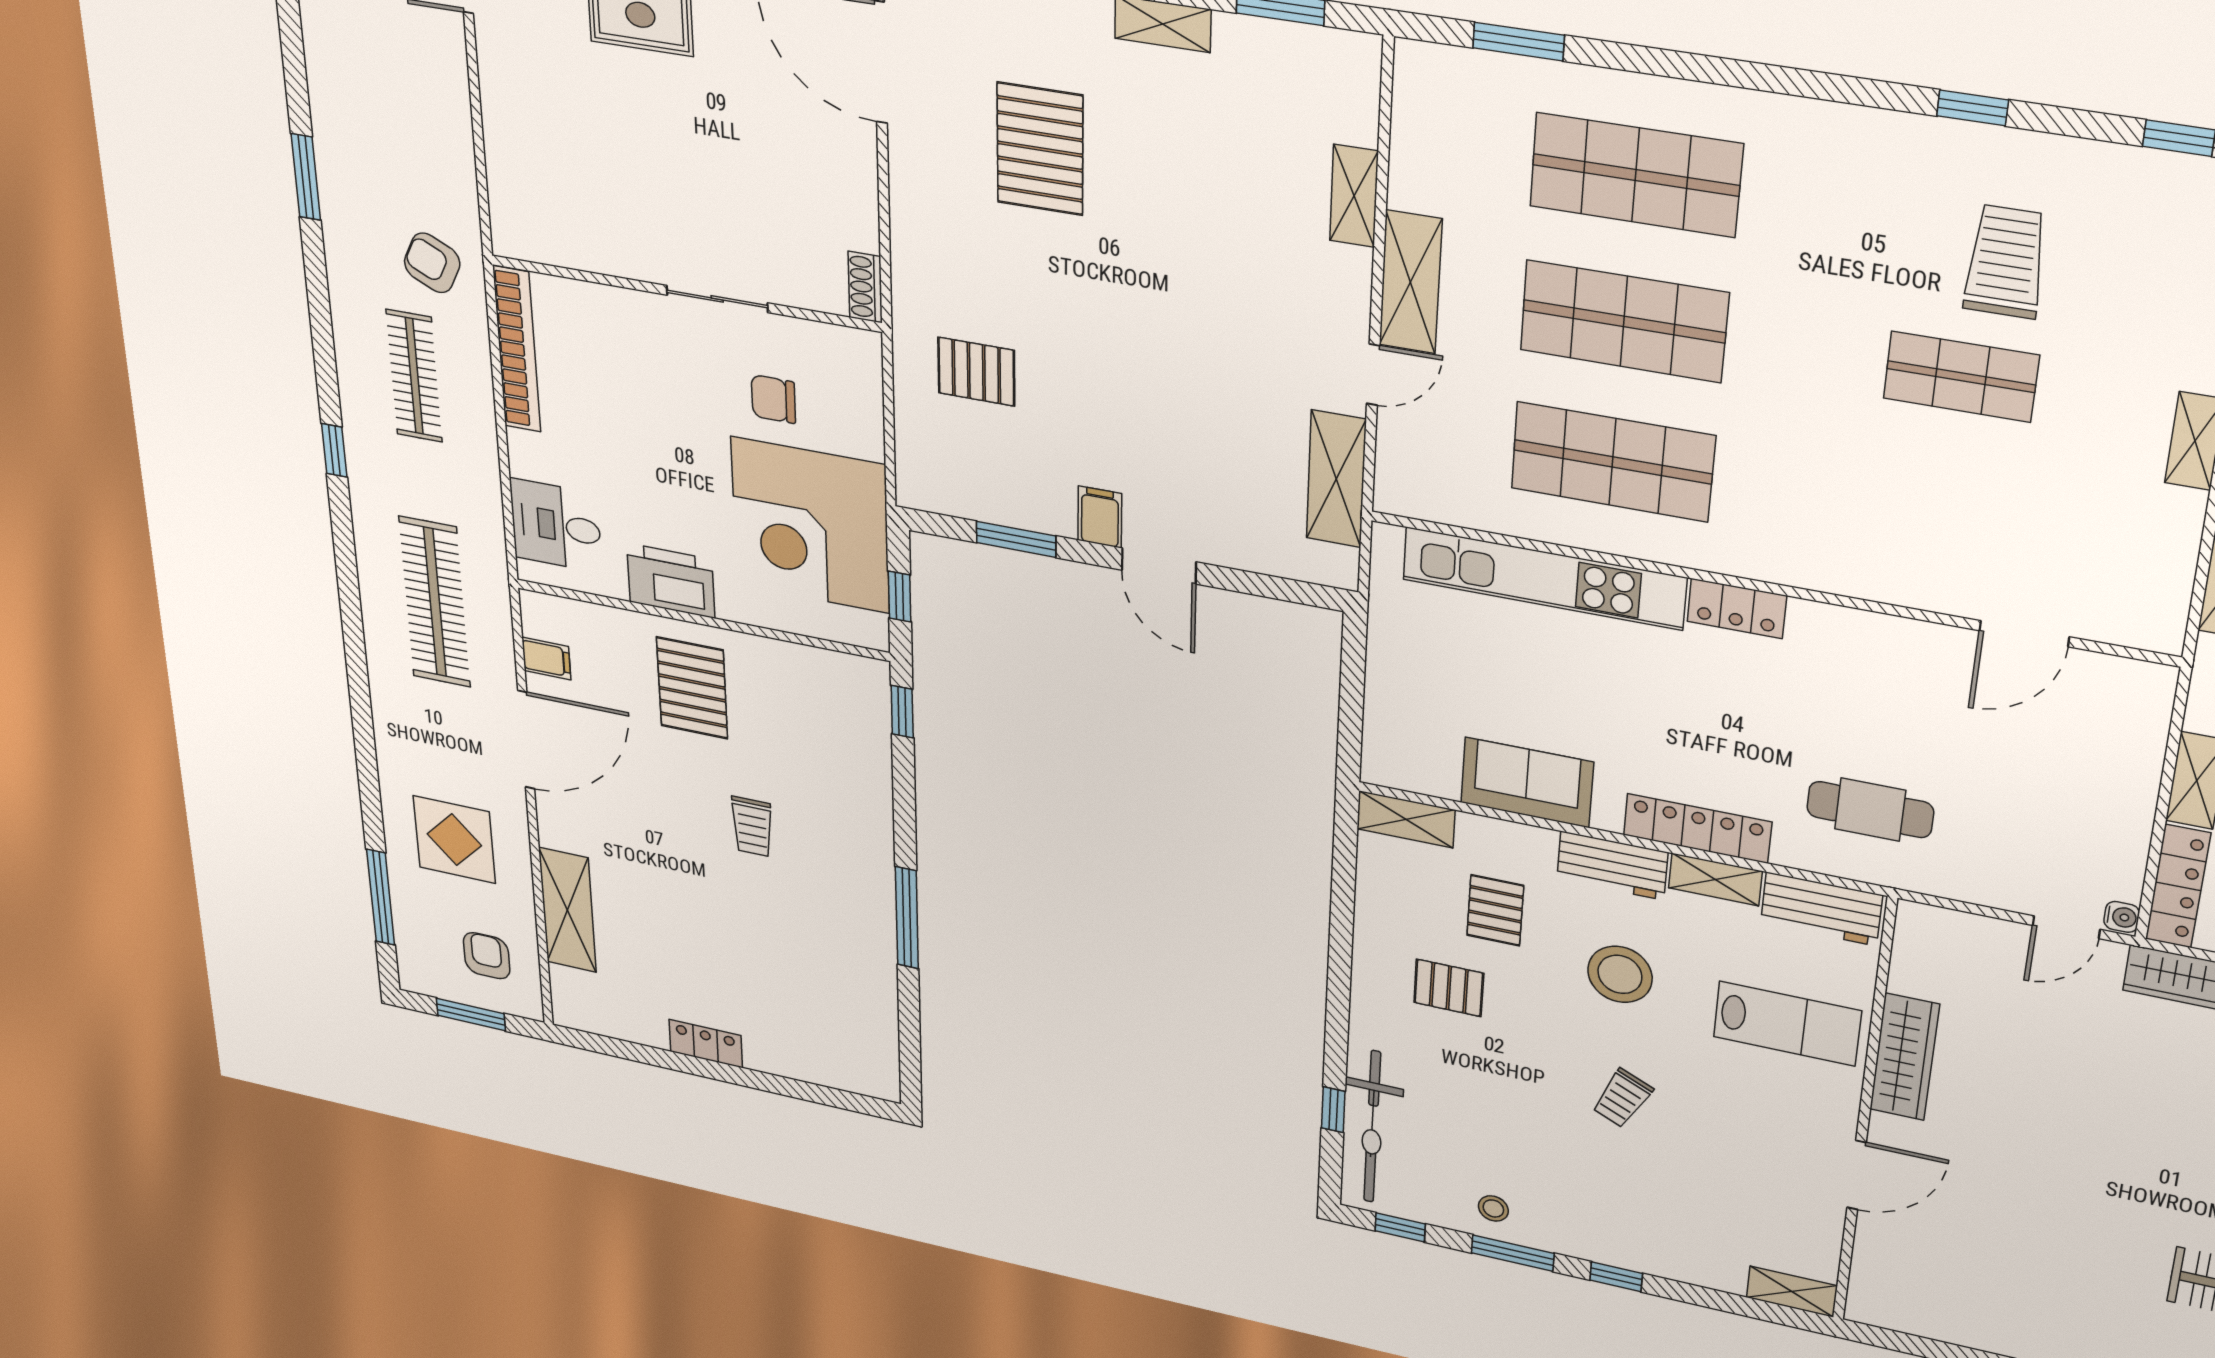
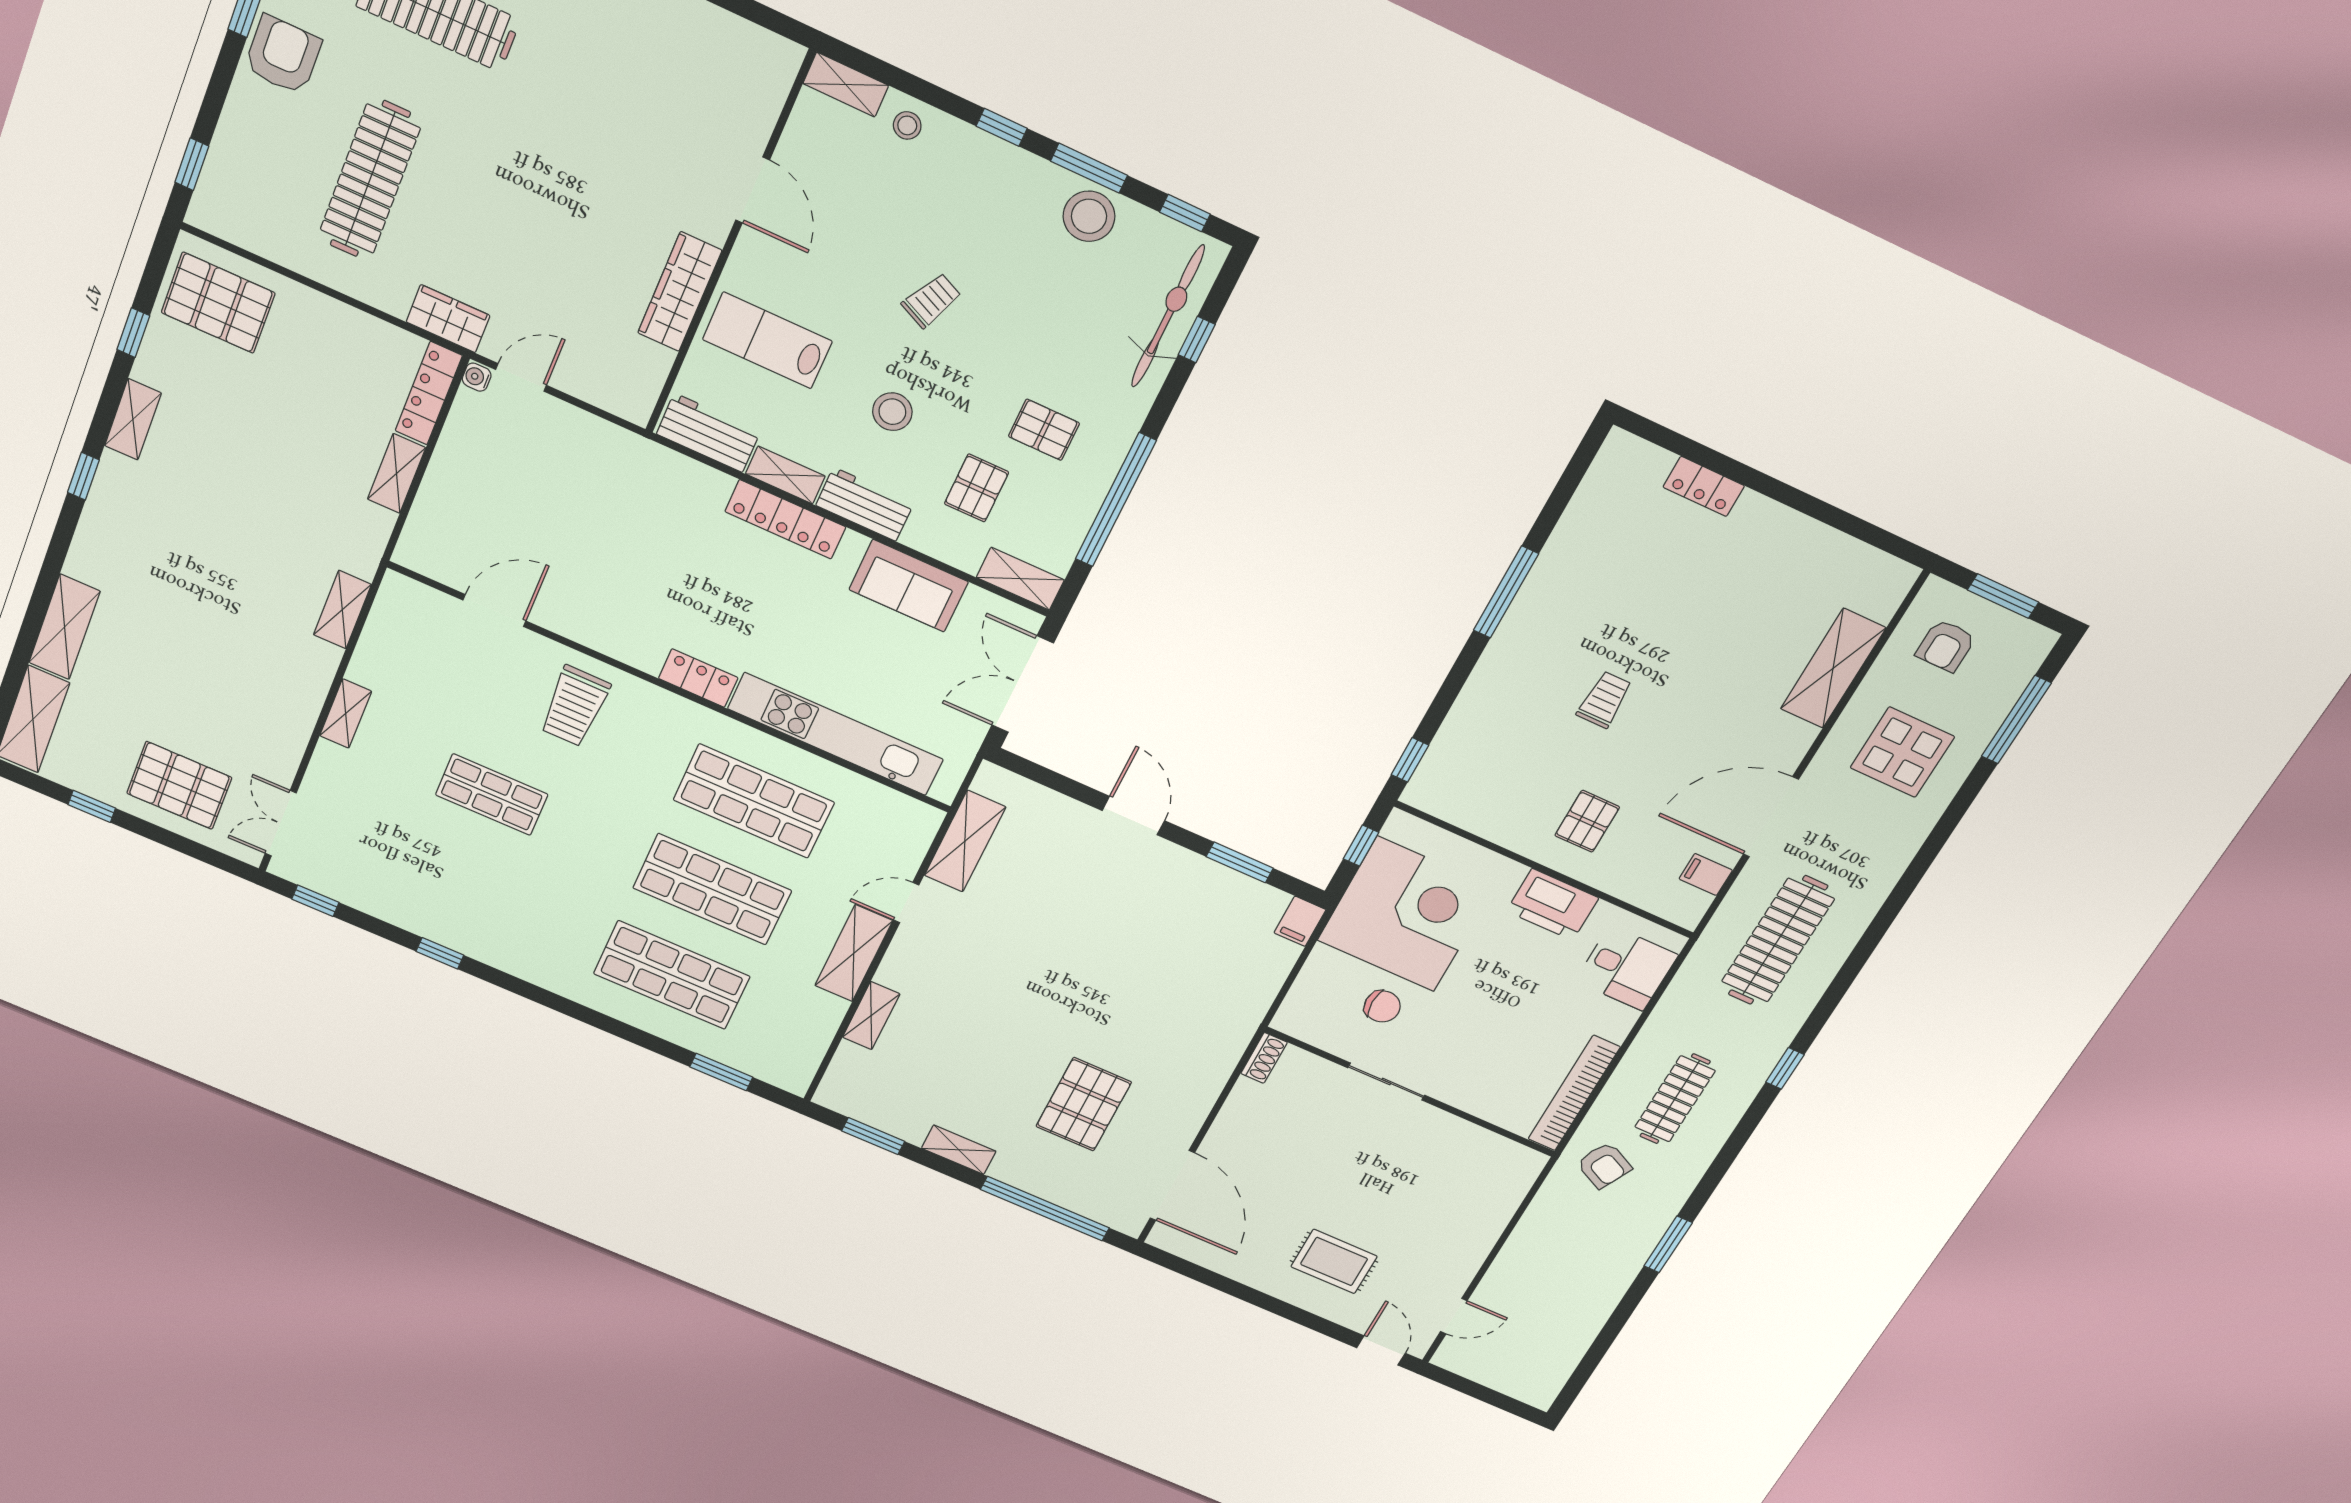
trolley: (2006, 262) -> (575, 706), moved
pallet: (976, 372) -> (1208, 982), removed
filing cabinet: (1100, 517) -> (1300, 921), moved
pallet: (692, 688) -> (1587, 821), width x0.67, depth x0.71
double door: (1352, 696) -> (1023, 684), added
cafe table: (1870, 810) -> (645, 505), removed
window: (1341, 929) -> (1116, 500), added
stool: (1620, 974) -> (892, 412), width x0.73, depth x0.73
locker: (706, 1044) -> (1704, 486), moved
door: (1857, 1175) -> (752, 190), swing flipped
stool: (1493, 1208) -> (1089, 216), width x1.89, depth x1.89
stool: (1713, 1263) -> (907, 125), added

